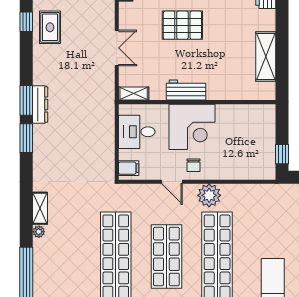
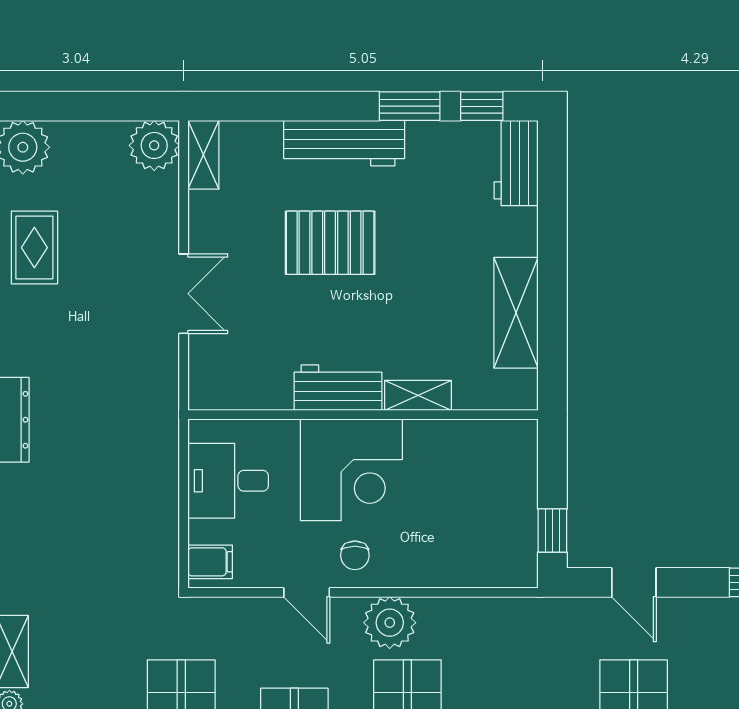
shelving: (134, 93) -> (418, 395), moved

